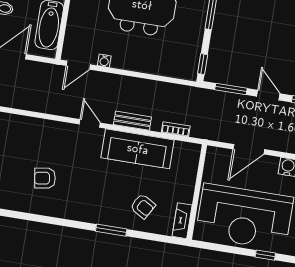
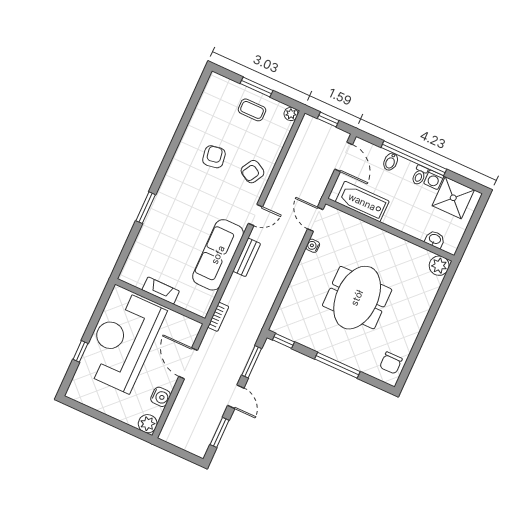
door: (268, 95) -> (236, 397), hinge flipped
bookcase: (176, 129) -> (218, 317), moved
armchair: (143, 206) -> (252, 172), moved
fireplace: (182, 221) -> (161, 291), moved

